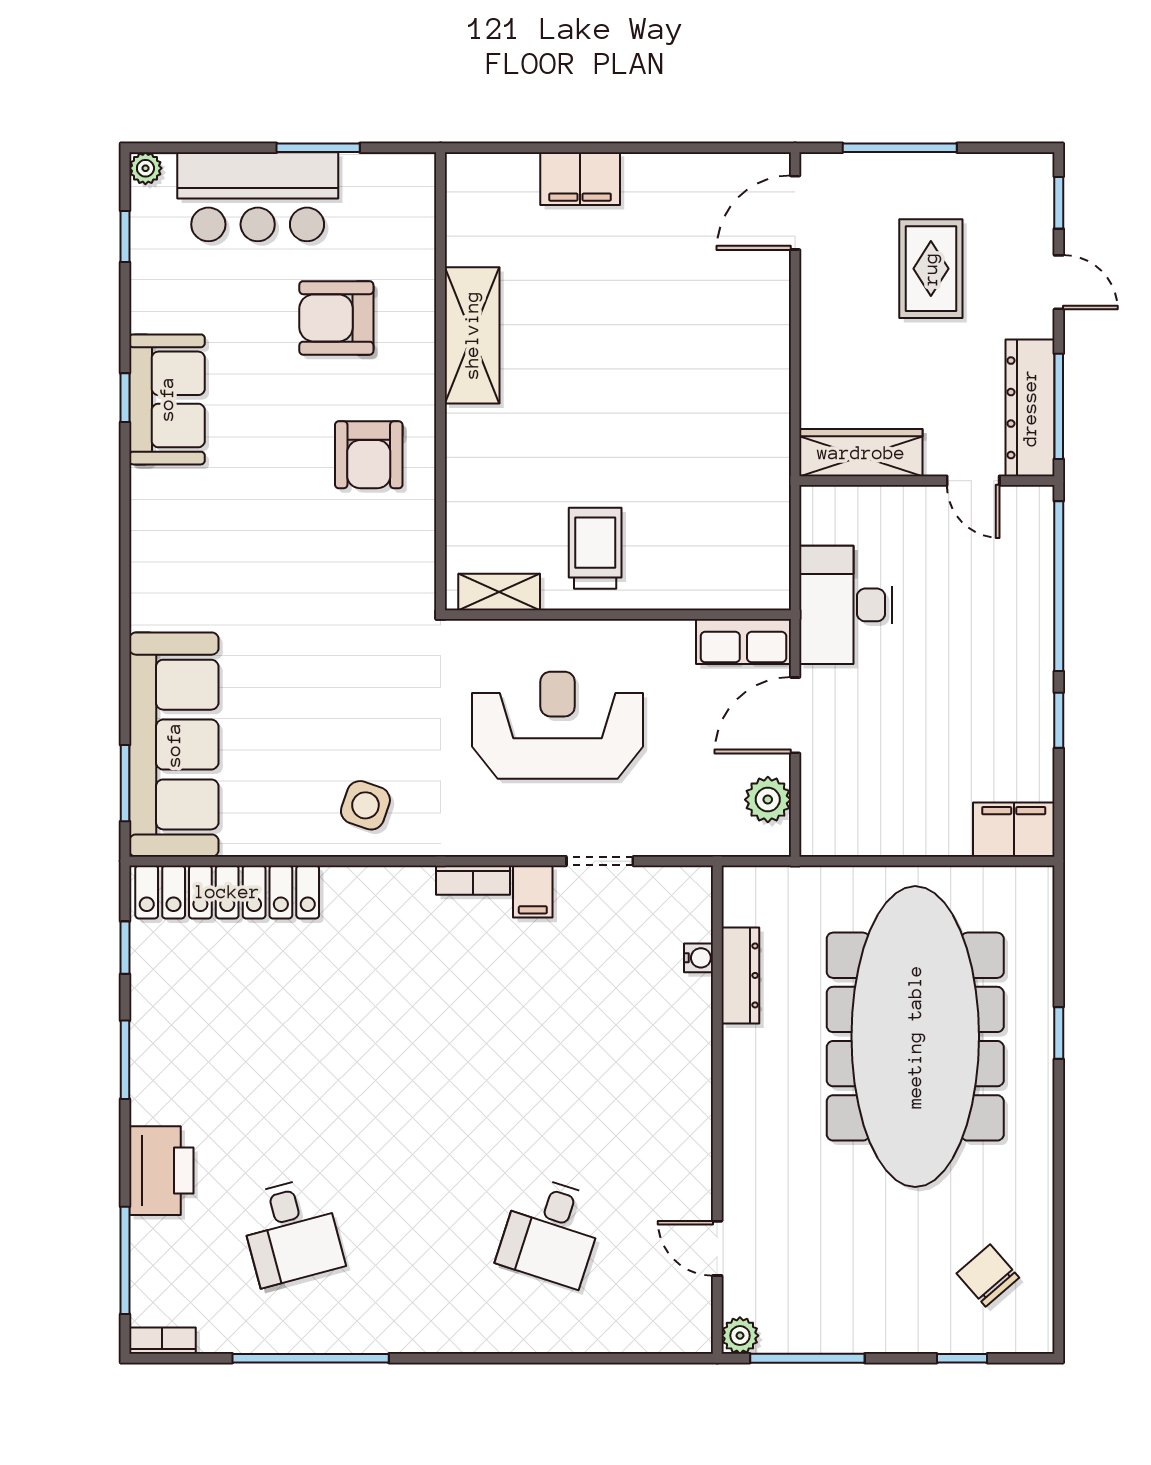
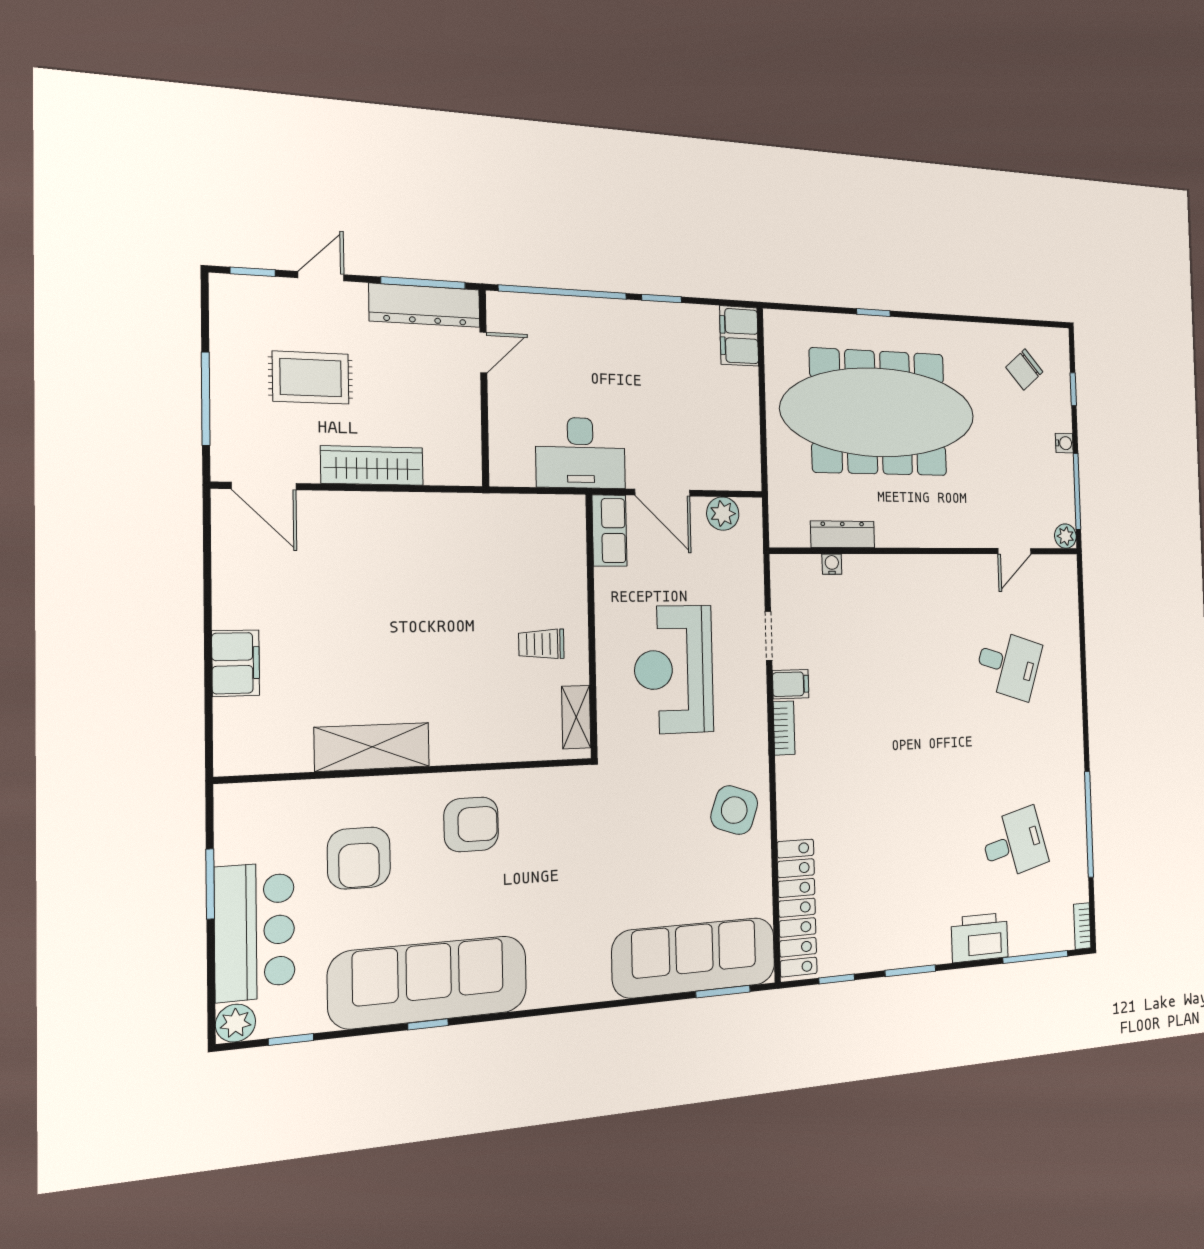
plant: (145, 168) -> (236, 1023), width x1.38, depth x1.38
sofa: (167, 399) -> (429, 982), width x1.85, depth x1.27
wardrobe: (861, 453) -> (372, 466), moved, turned 90
trolley: (595, 548) -> (541, 644), width x0.73, depth x0.72
side table: (365, 805) -> (734, 810), width x1.37, depth x1.37
water cooler: (880, 1339) -> (1064, 443), added

